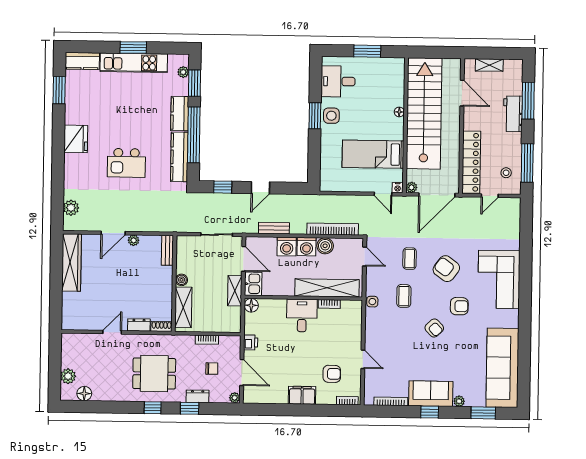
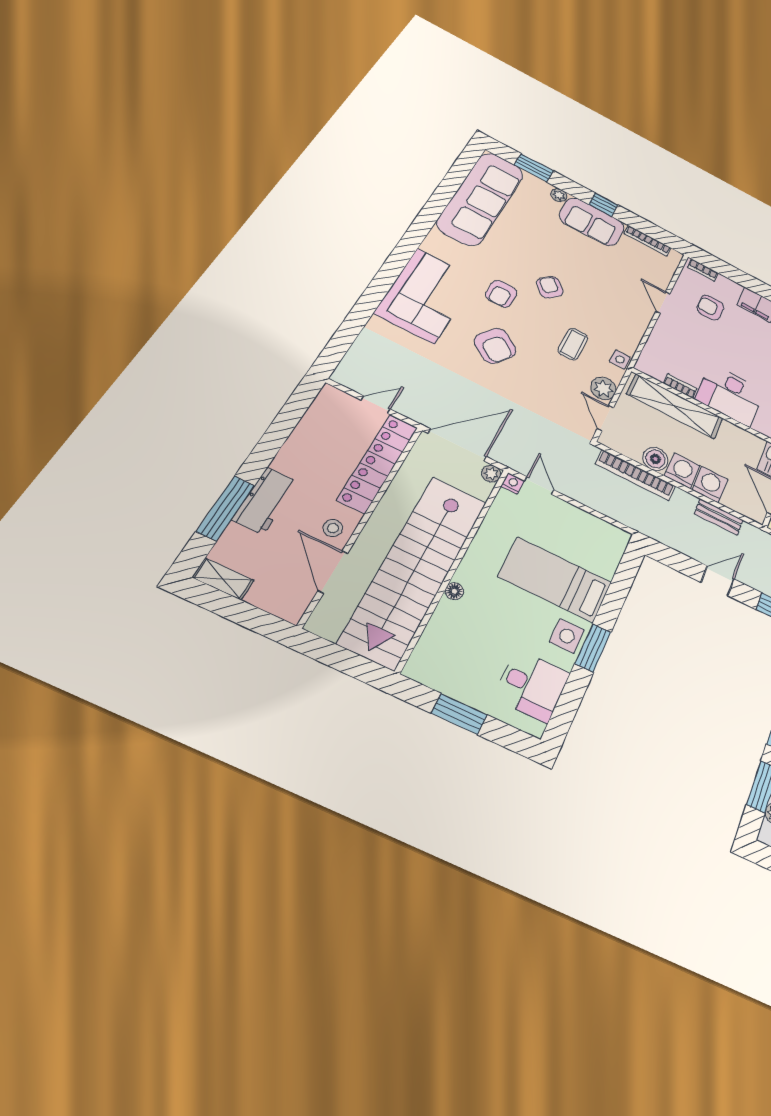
shelving: (489, 65) -> (223, 579), moved
bed: (373, 154) -> (555, 580), moved, turned 180
window: (527, 163) -> (287, 420), removed
stool: (506, 173) -> (333, 528), moved
coffee table: (410, 259) -> (542, 384), removed
plant: (374, 276) -> (603, 388), added
armchair: (459, 306) -> (501, 294), turned -90
desk: (302, 315) -> (730, 395), width x1.37

